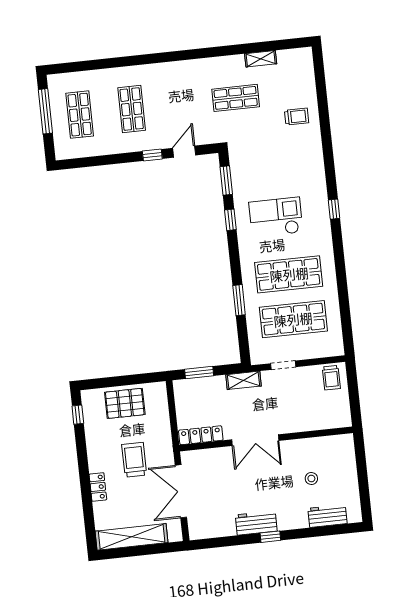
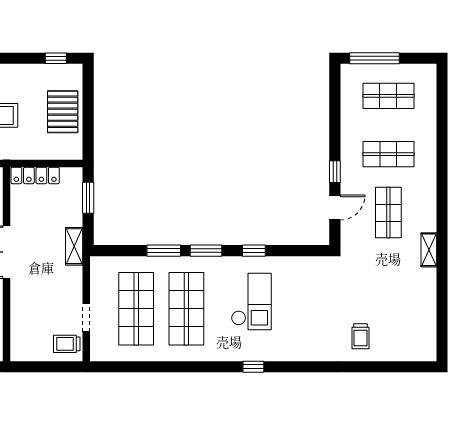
shelving: (261, 59) -> (429, 250), moved
shop shelf: (236, 98) -> (388, 213), moved
window: (45, 111) -> (375, 58), moved
door: (184, 152) -> (335, 207), hinge flipped
window: (226, 180) -> (206, 251), moved
doorway: (283, 365) -> (86, 318), moved
locker: (201, 435) -> (35, 175), moved, turned 90

